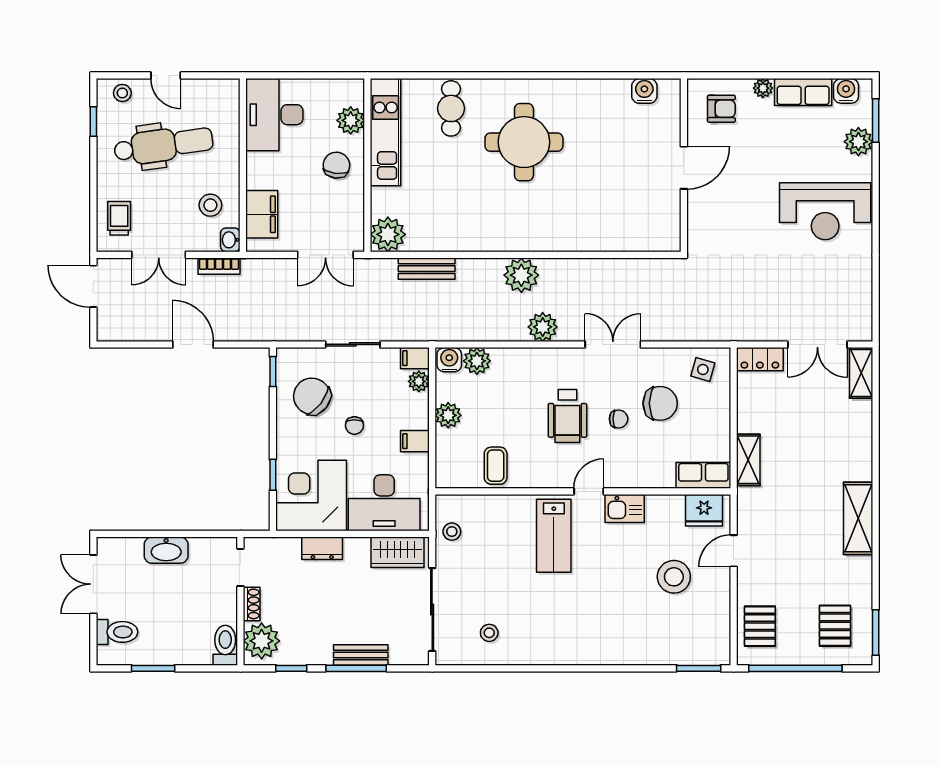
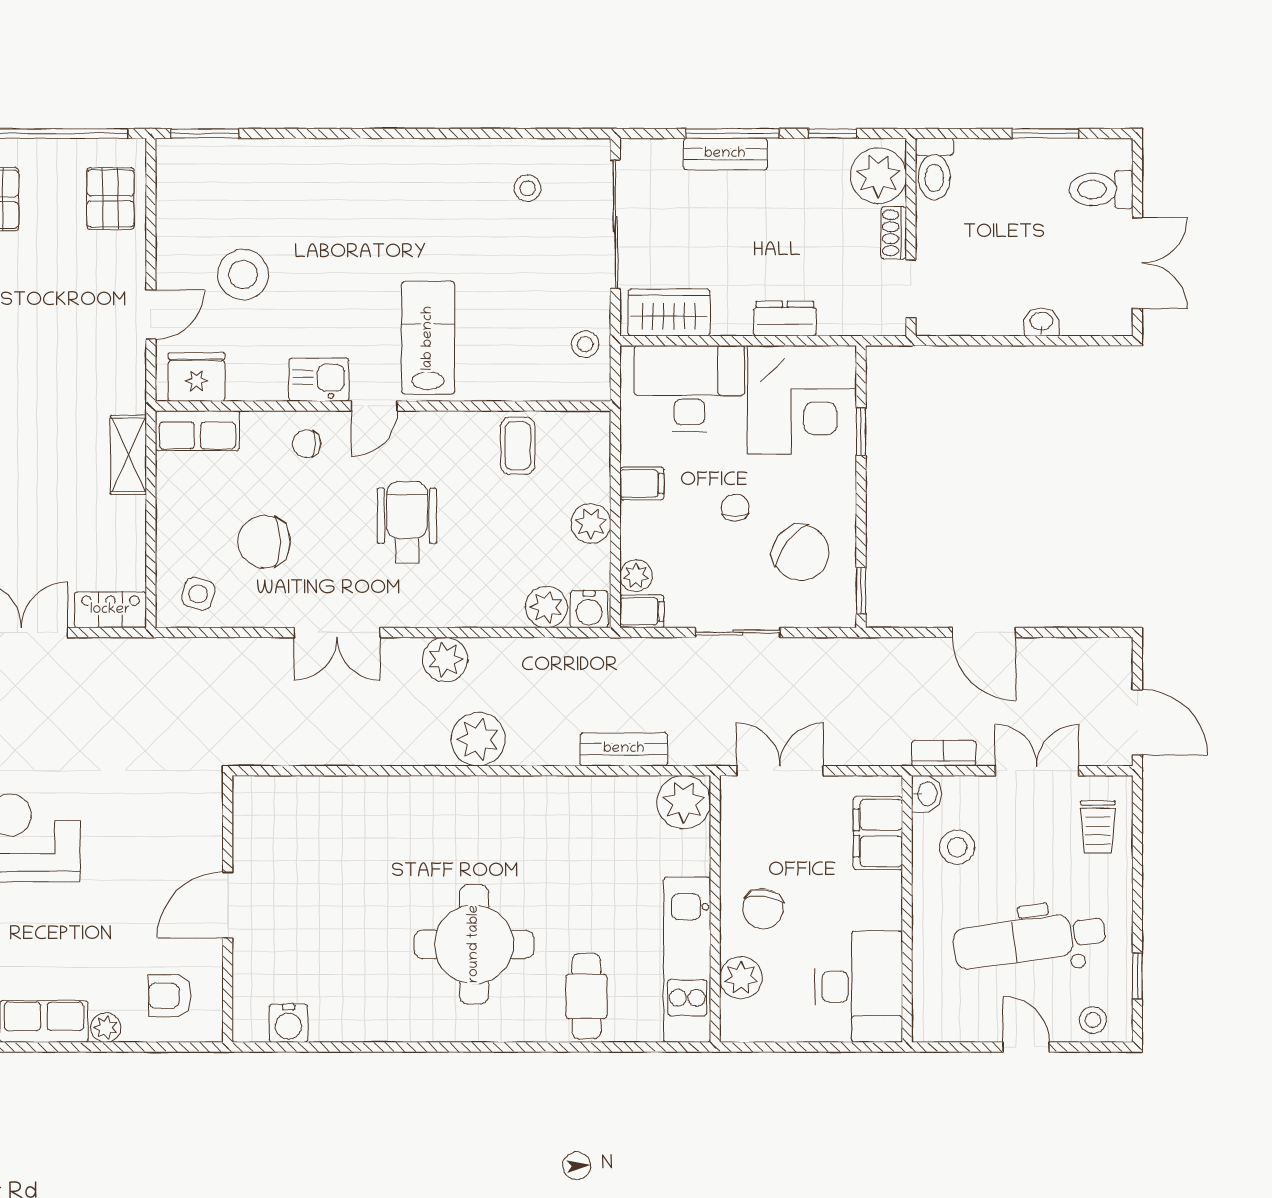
chair: (619, 419) -> (307, 444), moved
washbasin: (166, 550) -> (1041, 322), width x0.52, depth x0.69

